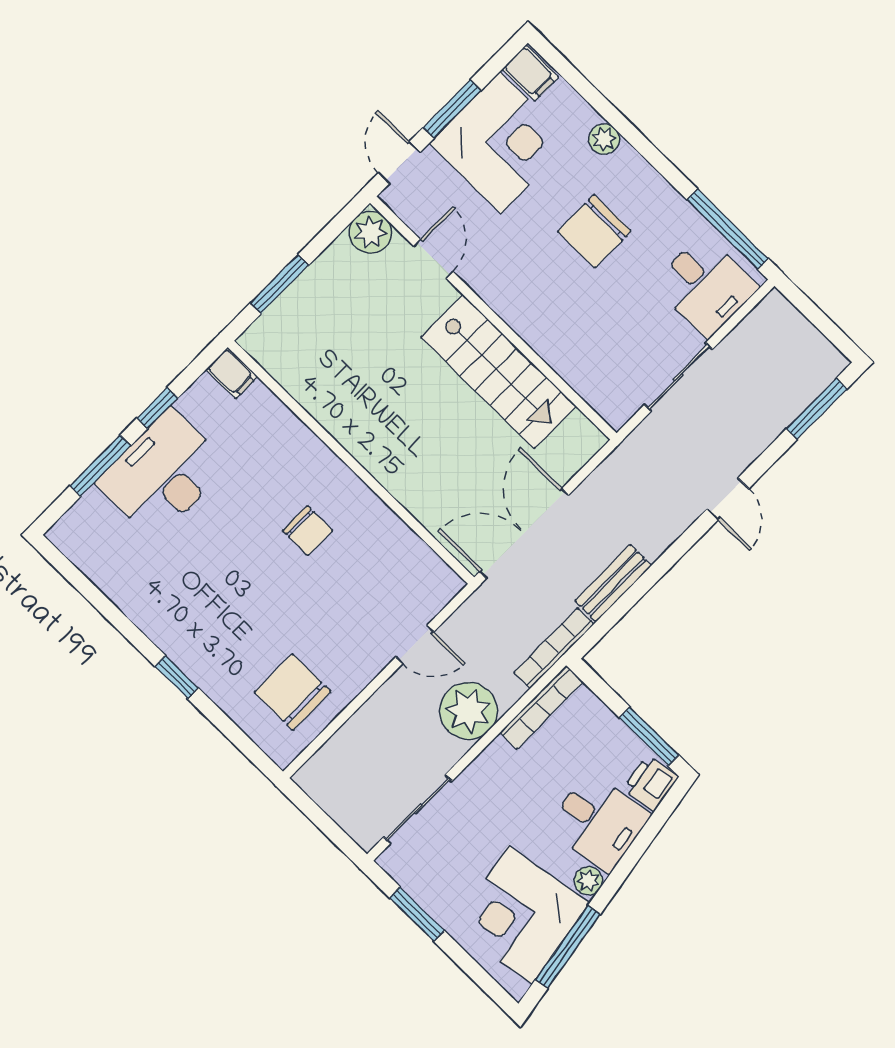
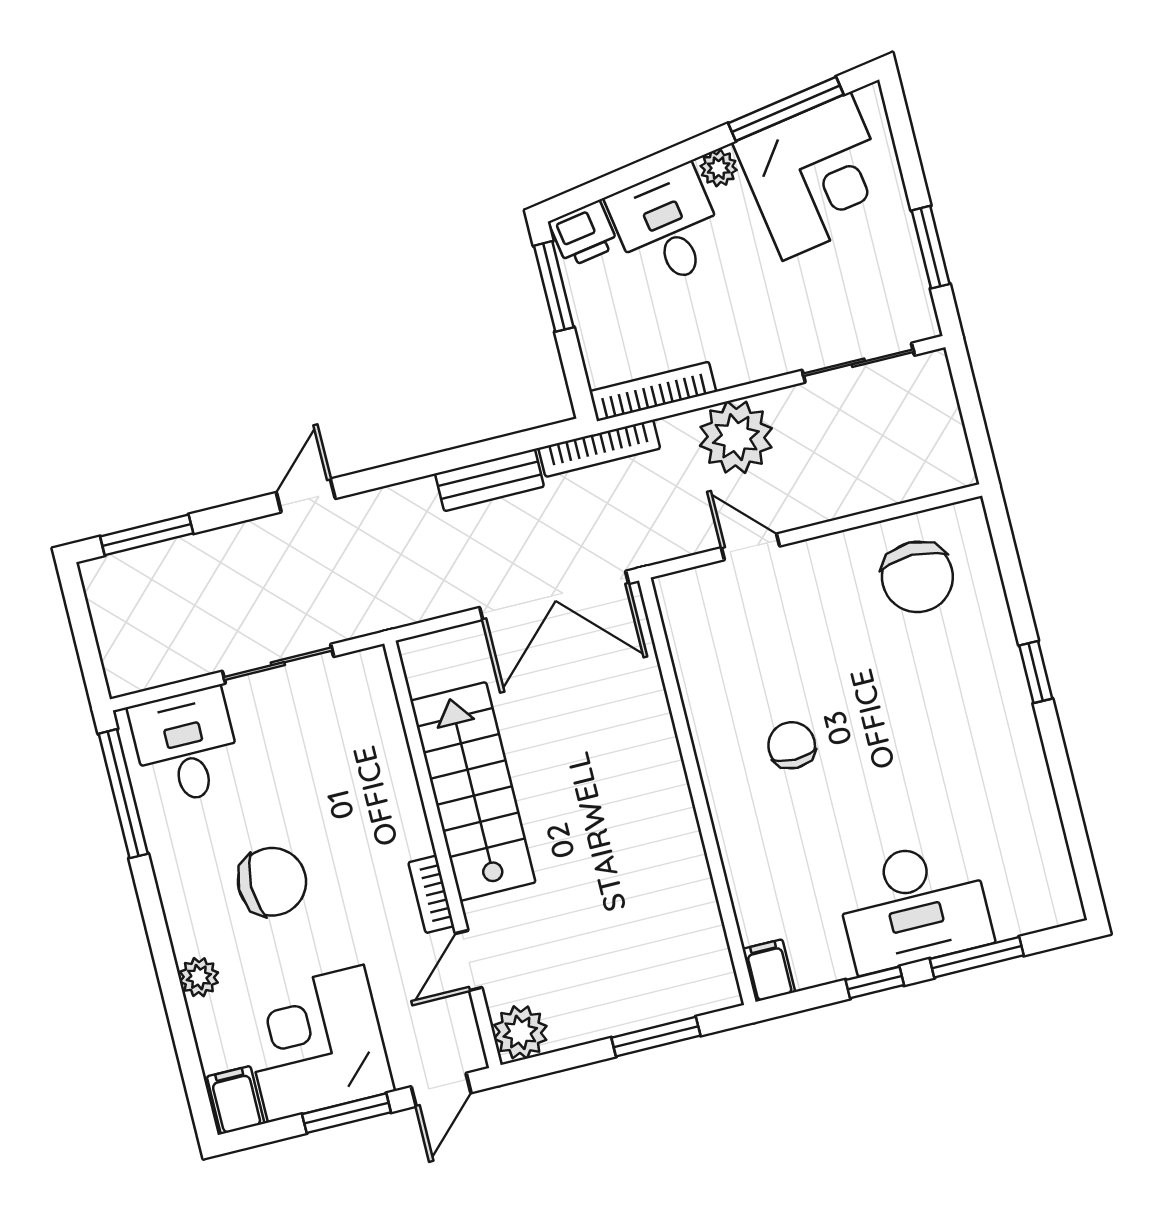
bookcase: (485, 287) -> (431, 894), added

